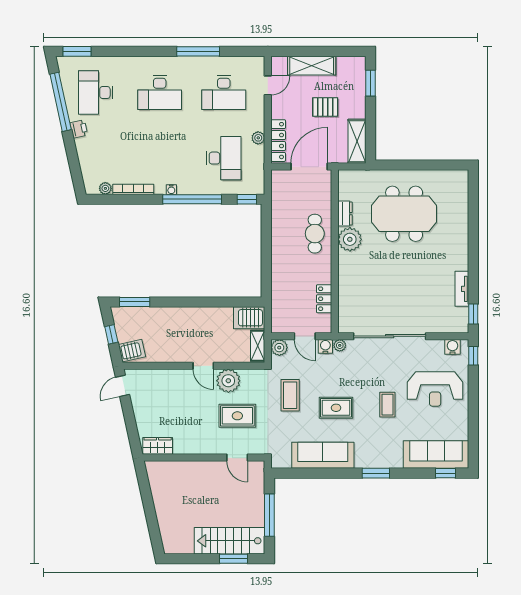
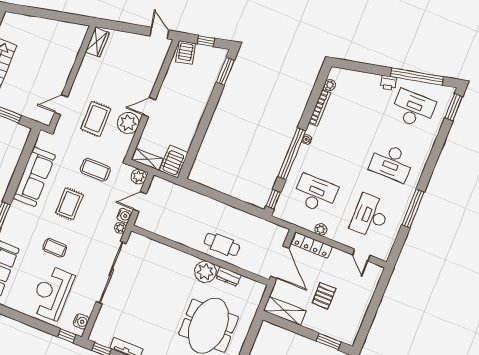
shelving: (312, 66) -> (363, 298), removed
desk: (160, 92) -> (392, 162), turned -90
desk: (224, 158) -> (315, 194), turned 180
locker: (324, 299) -> (164, 230), removed

